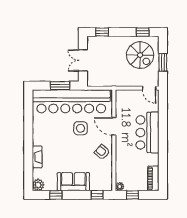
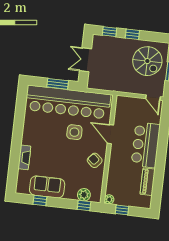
window: (143, 32) -> (132, 34), moved
piano: (153, 178) -> (148, 182), moved
sofa: (73, 182) -> (47, 187), moved
plant: (38, 185) -> (84, 195), moved

